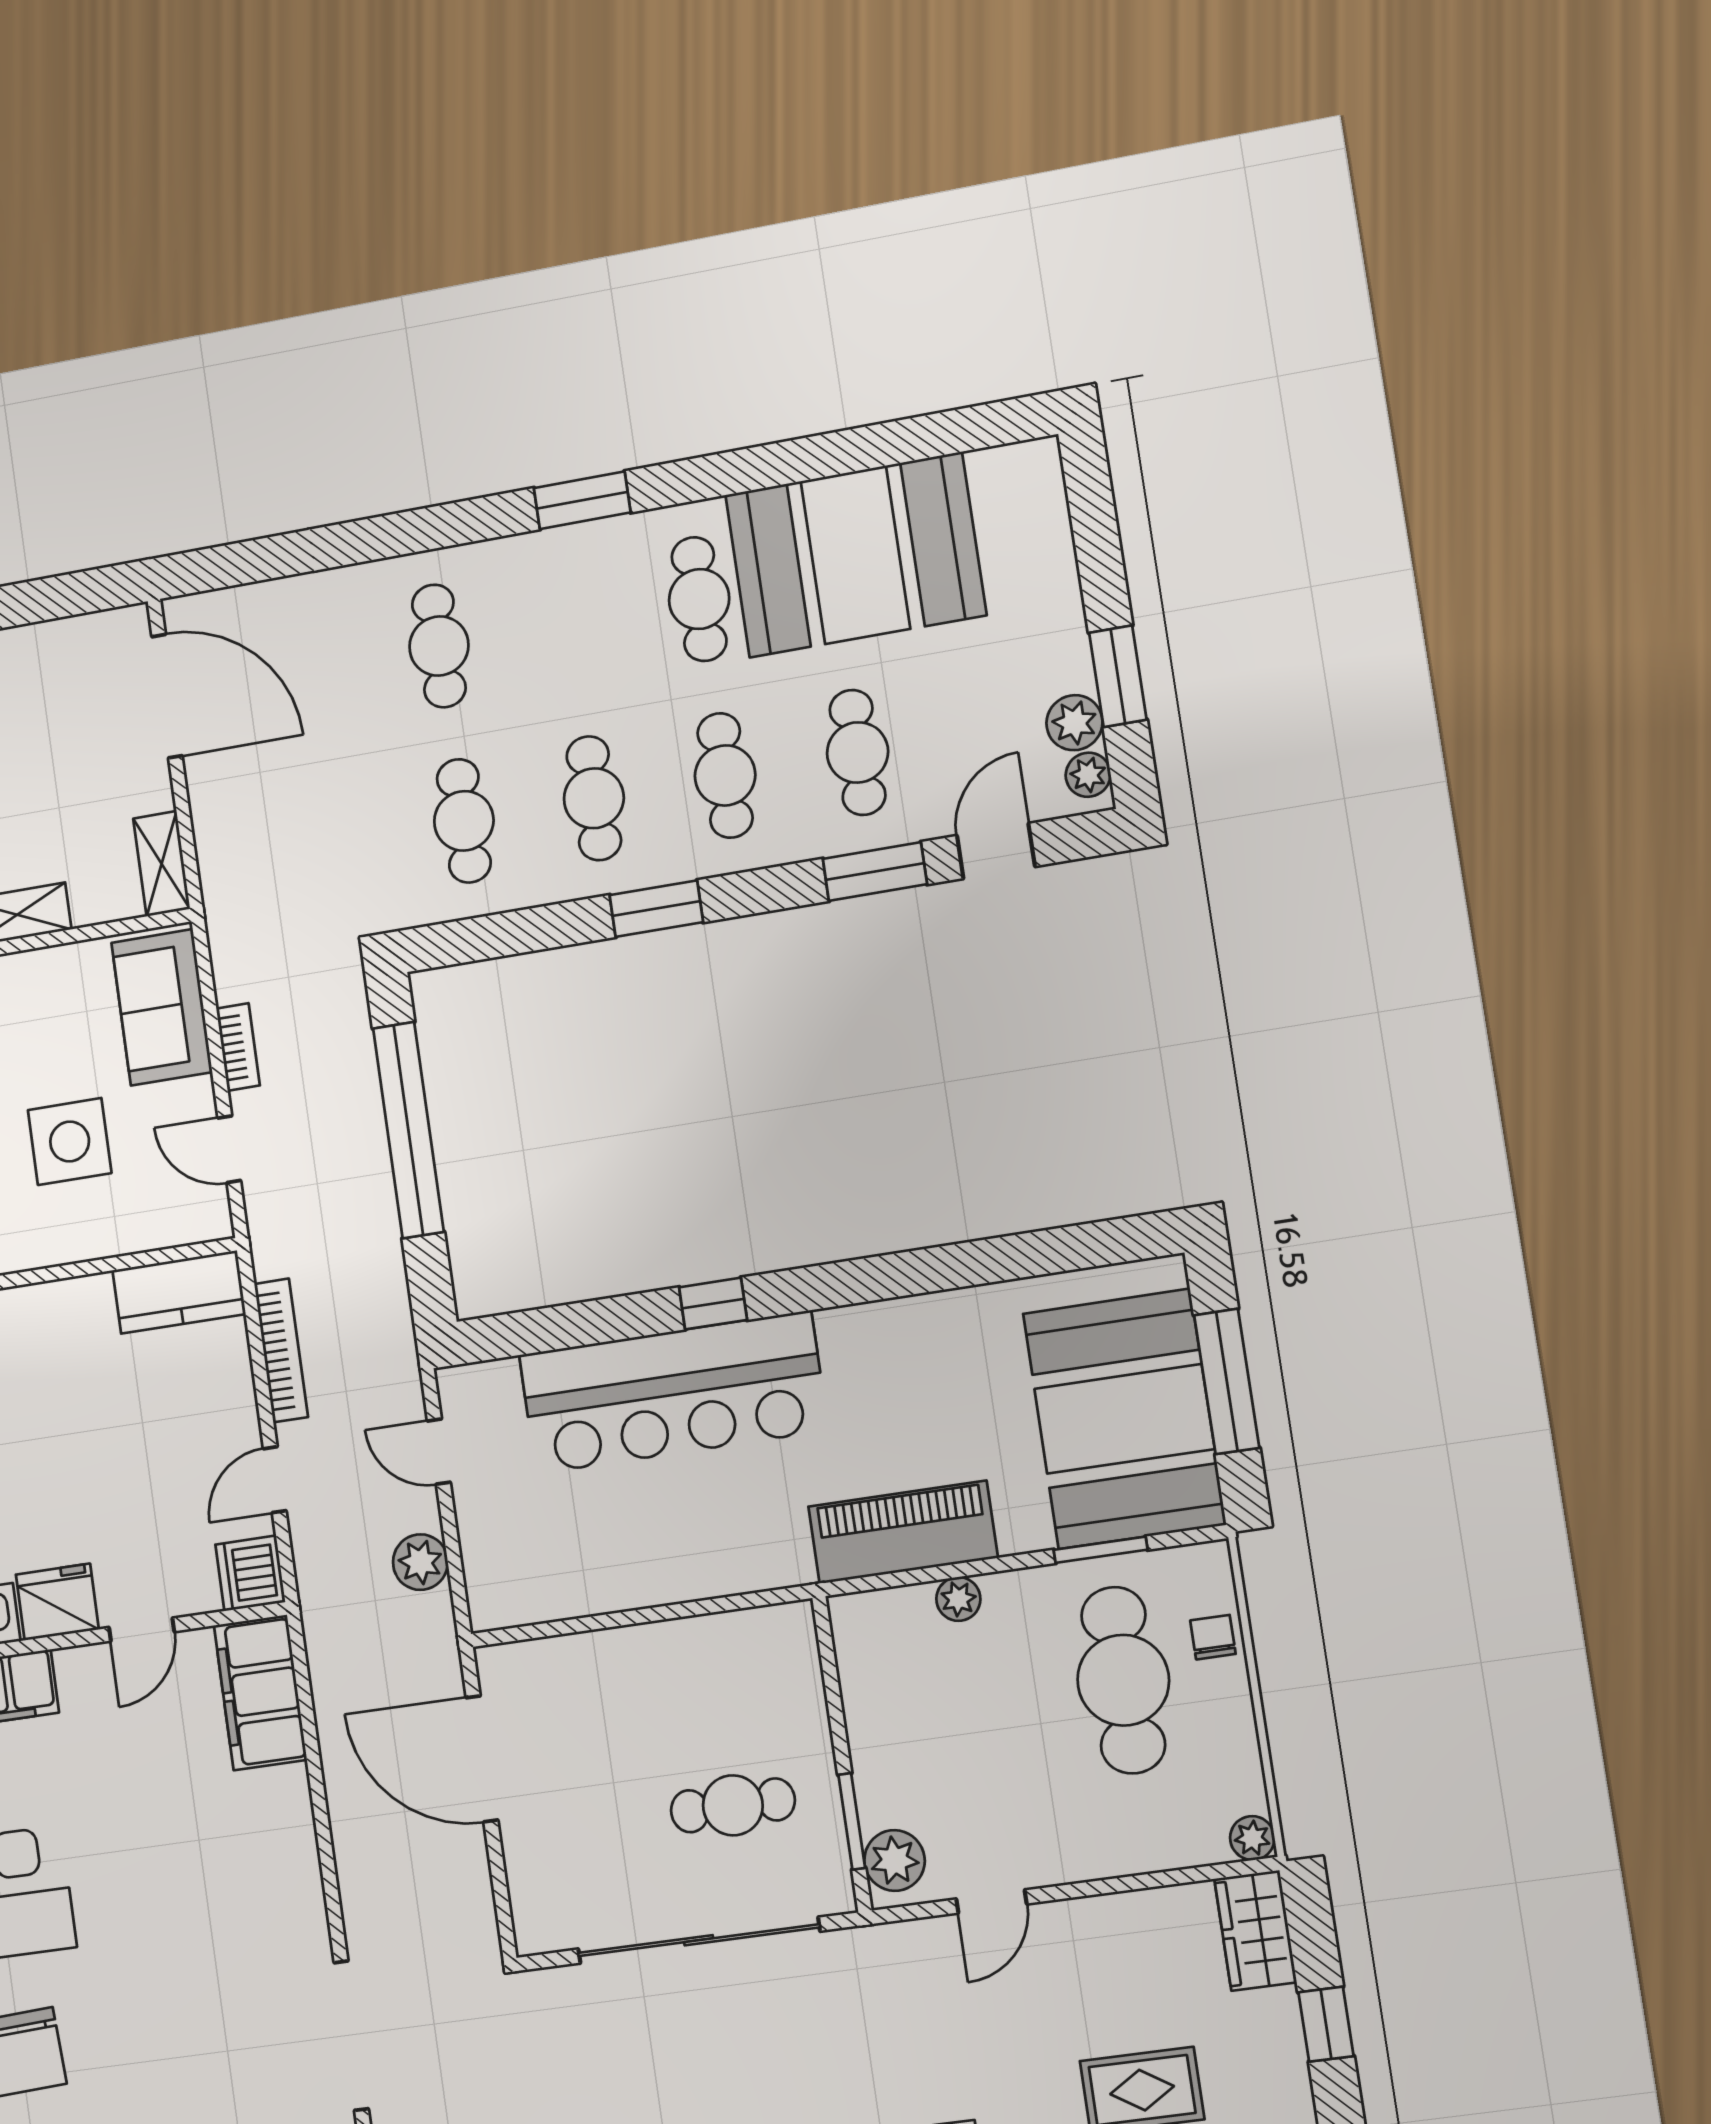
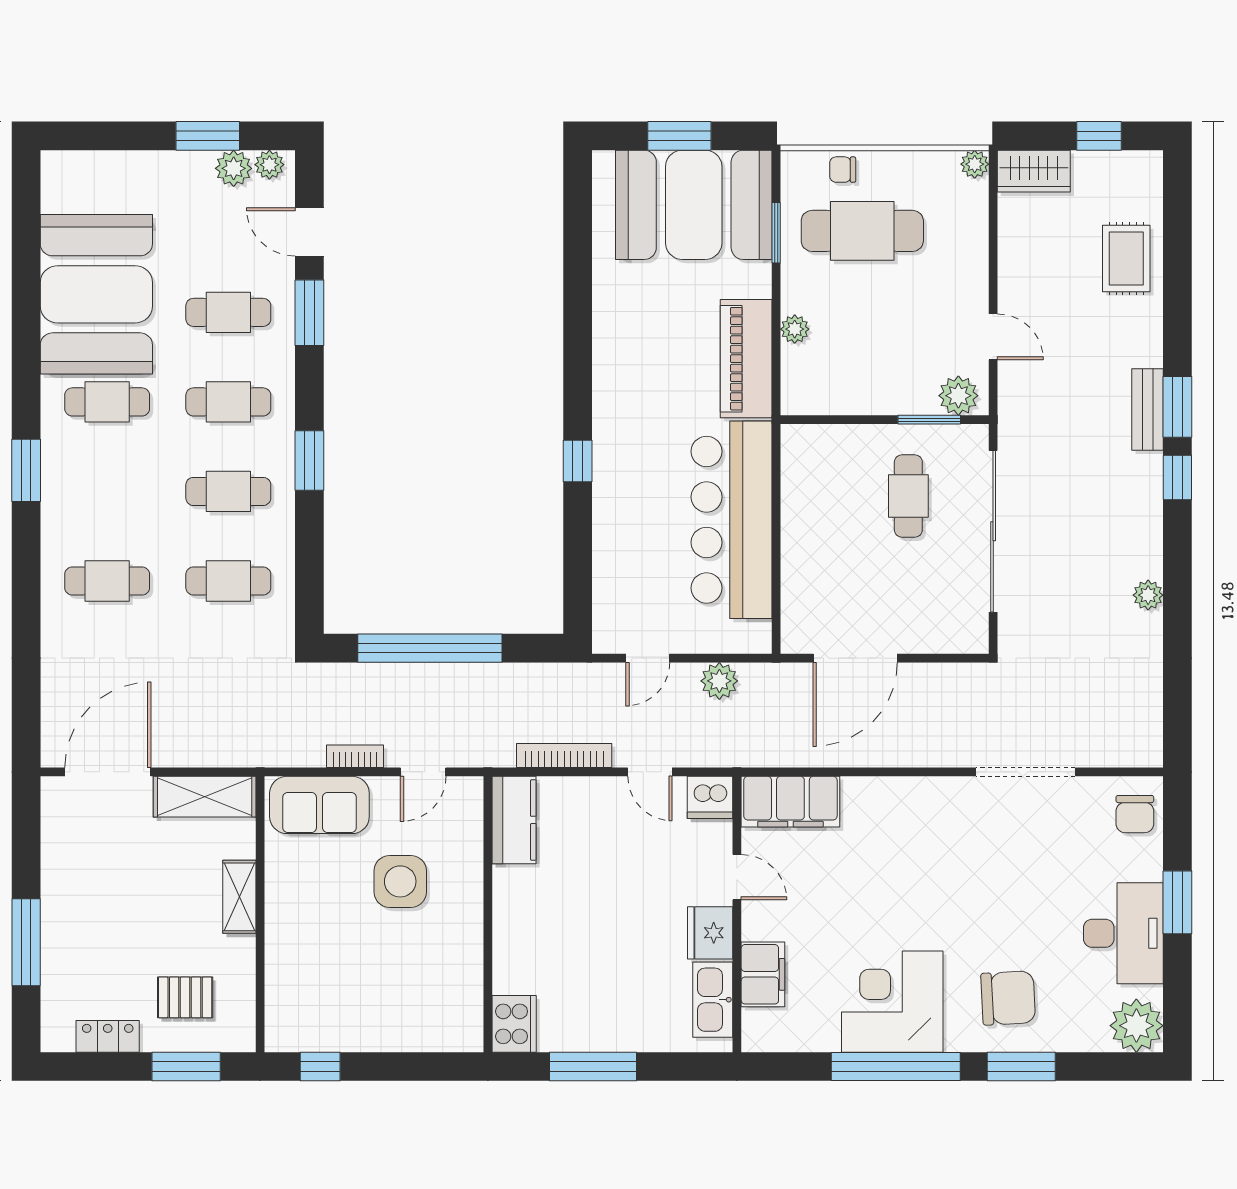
shelving: (162, 864) -> (205, 797), width x1.50, depth x1.33
window: (1227, 1381) -> (679, 136), width x0.69
bar counter: (673, 1392) -> (732, 520), moved, turned 180

